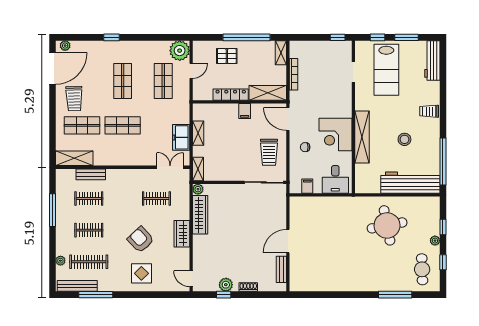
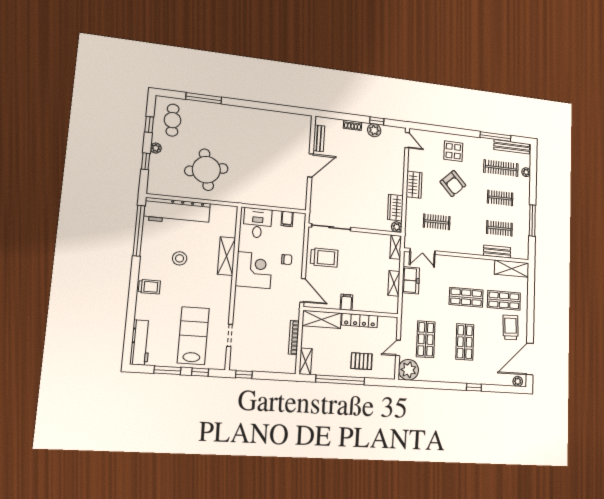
shelving: (362, 137) -> (226, 256), width x0.68
trolley: (269, 152) -> (324, 257), turned 90
wardrobe: (200, 215) -> (395, 208), width x0.67

